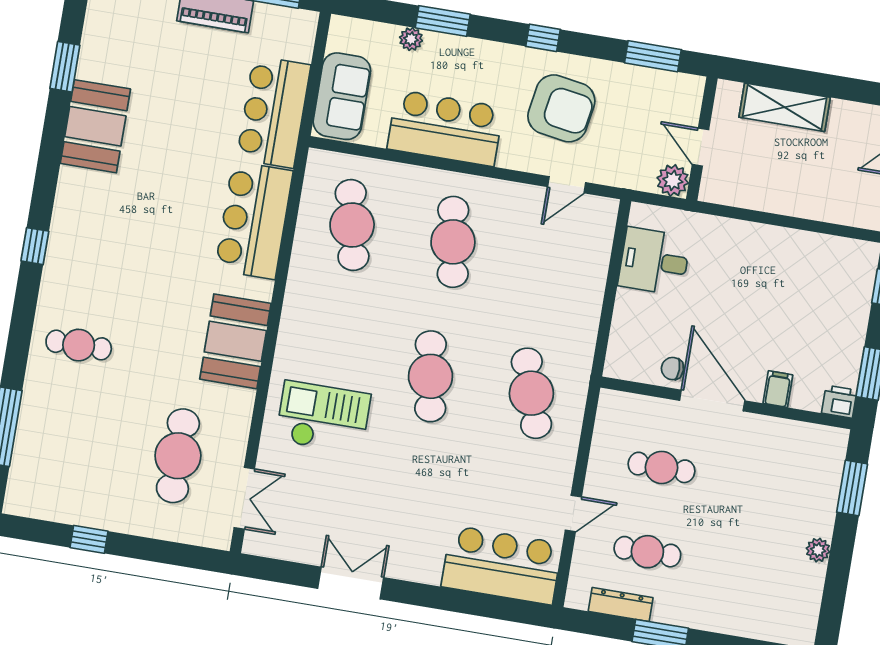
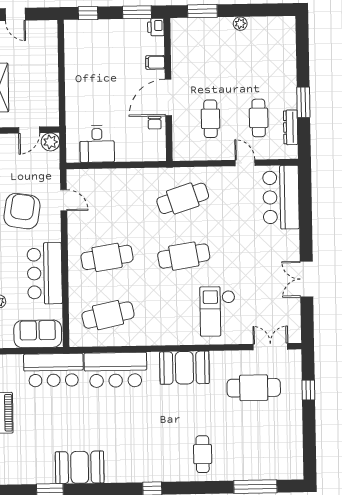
window: (89, 539) -> (308, 390), moved

